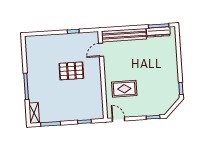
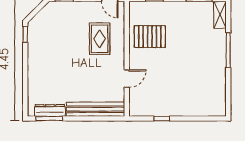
door: (101, 50) -> (127, 79), moved
pallet: (71, 71) -> (150, 37), moved
rug: (124, 89) -> (100, 39), turned 90

